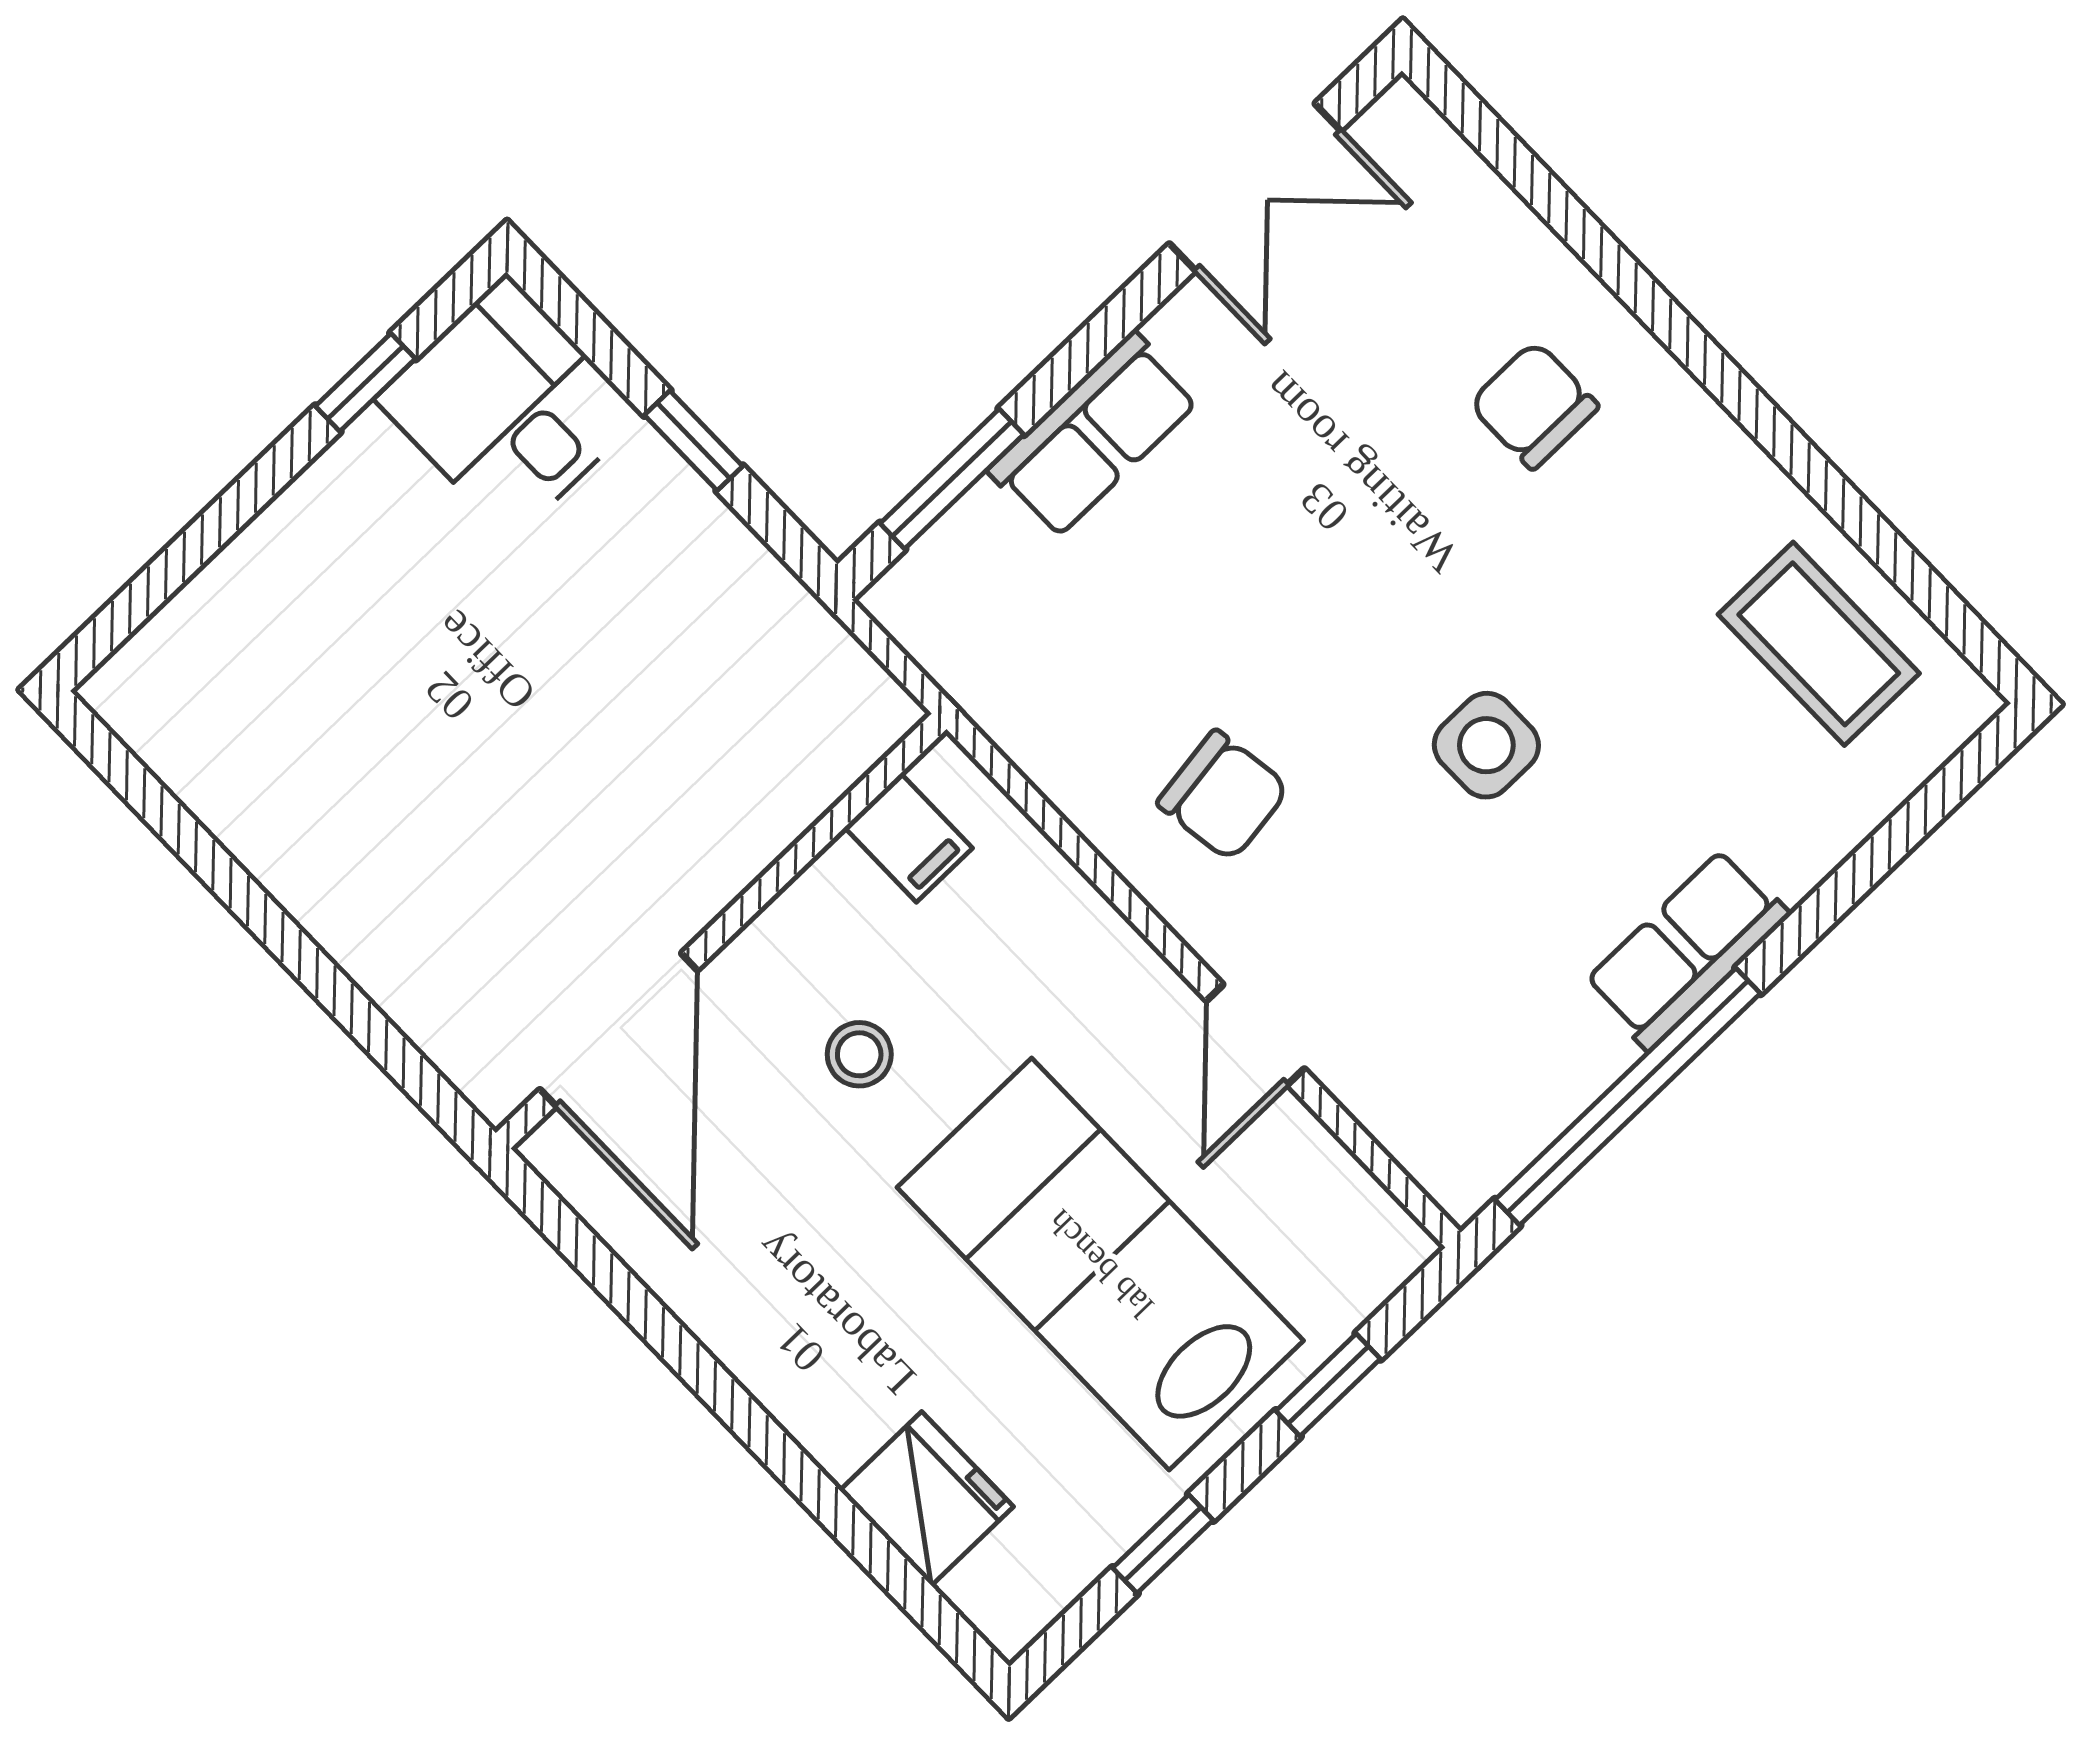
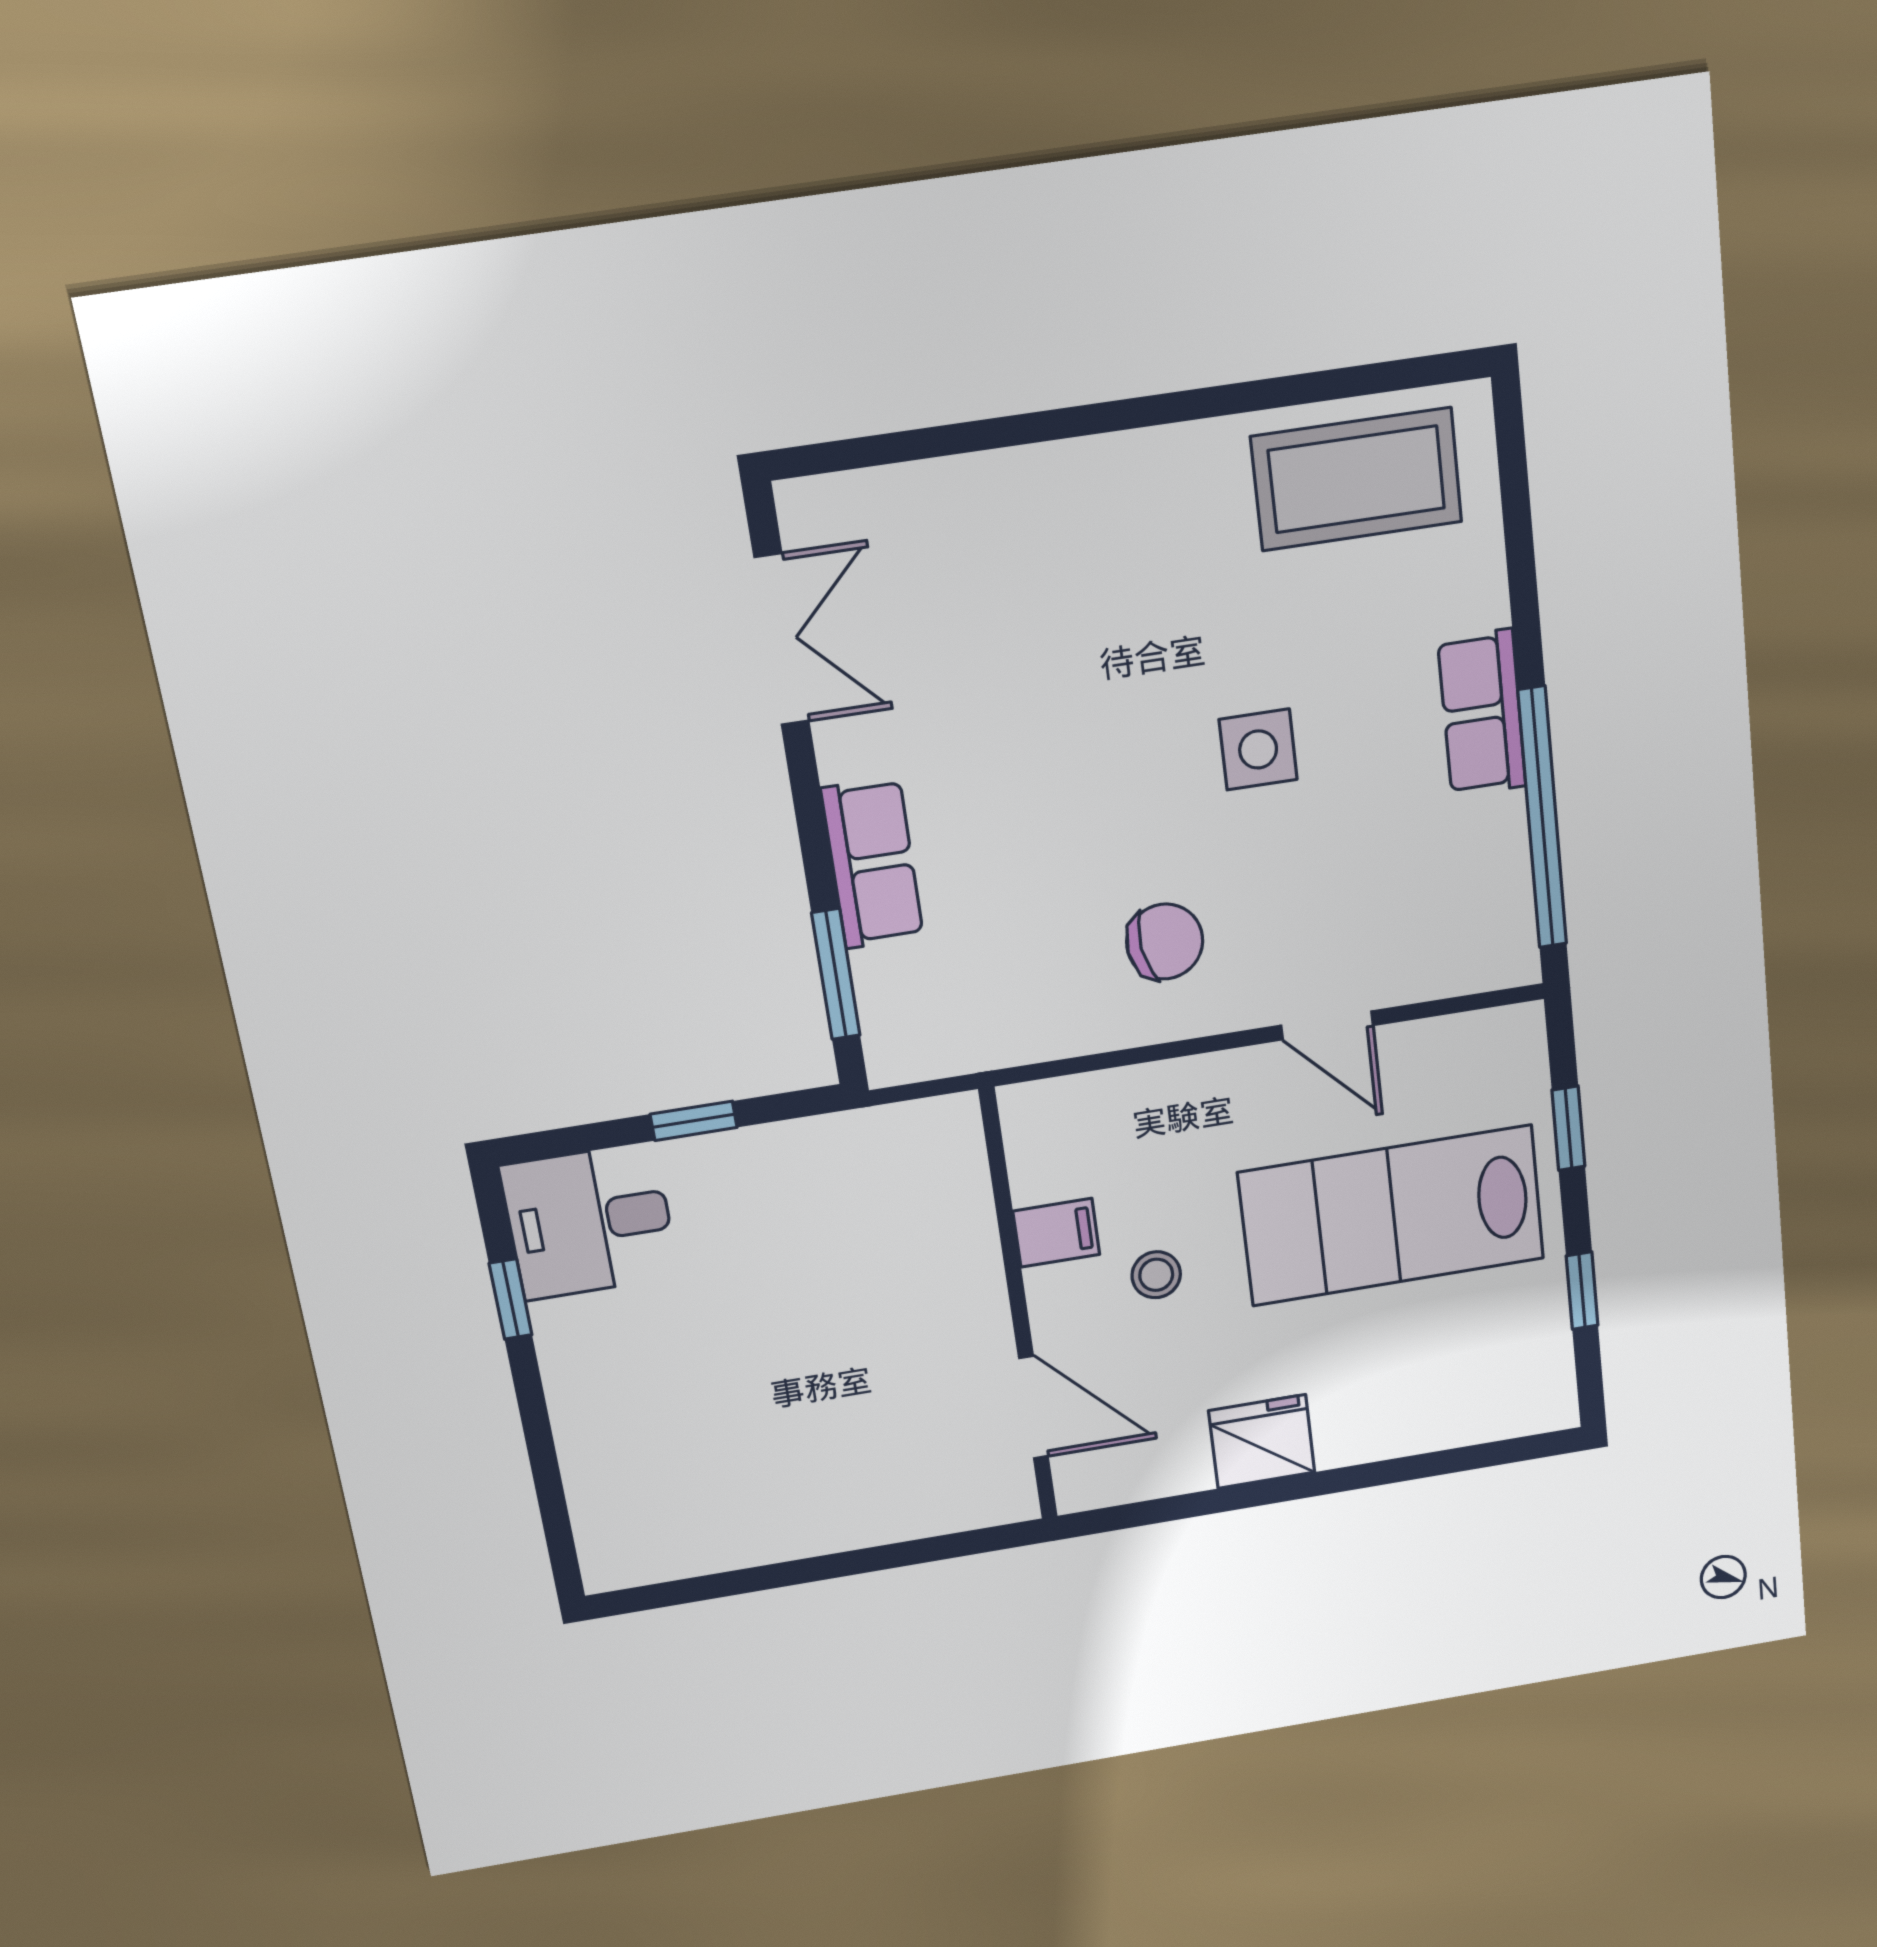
chair: (1534, 405) -> (1062, 556), removed
coffee table: (1819, 644) -> (1357, 479), width x1.36, depth x1.32
filing cabinet: (909, 838) -> (1056, 1233), moved
door: (619, 1030) -> (1033, 1407), width x0.73
fridge: (927, 1498) -> (1262, 1442), moved

